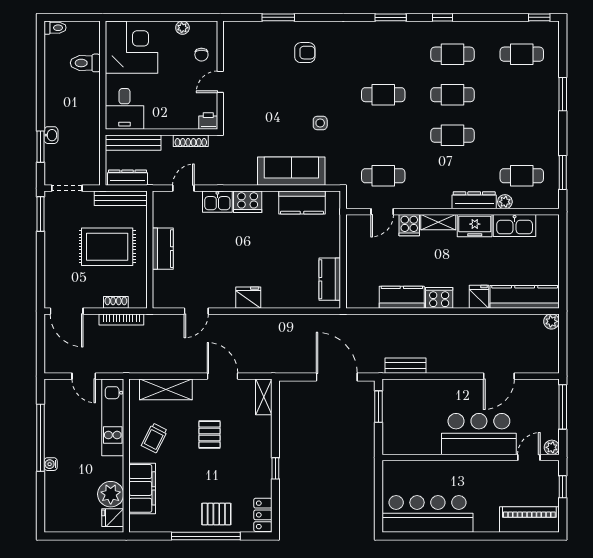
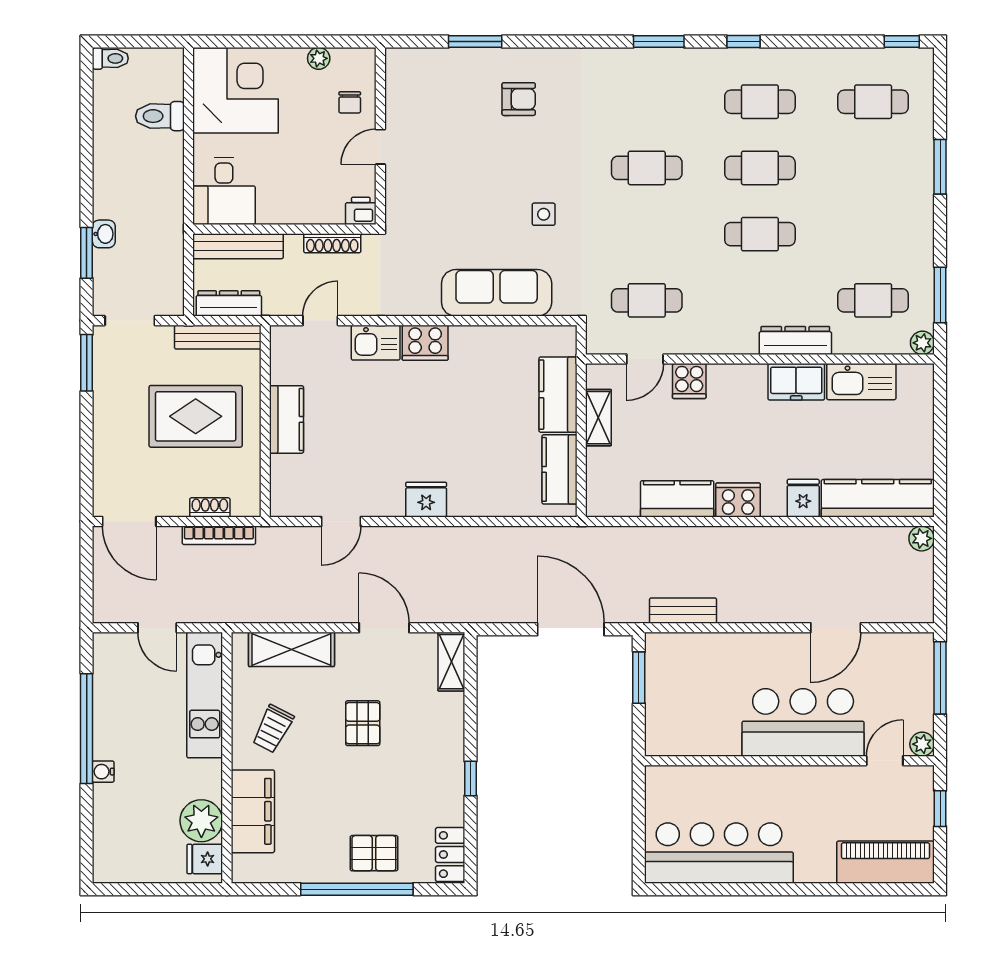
kitchen counter: (302, 202) -> (558, 395), moved, turned 90
plant: (505, 202) -> (922, 343), moved
shelving: (438, 222) -> (598, 418), moved, turned 90

